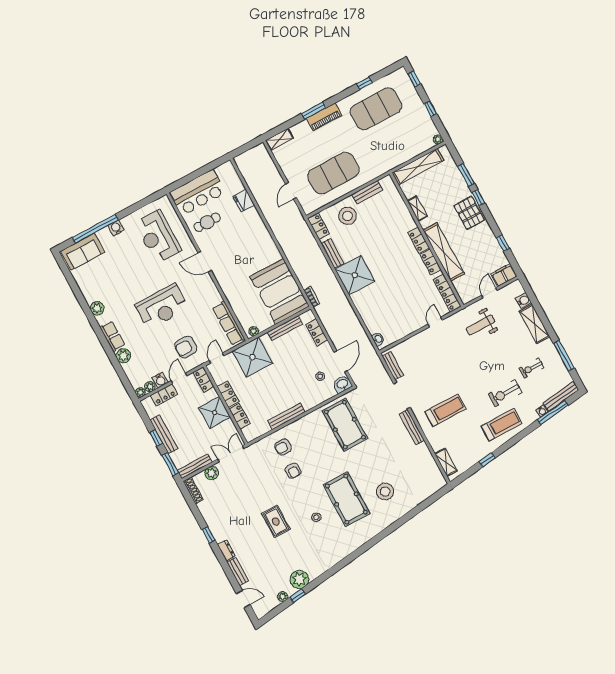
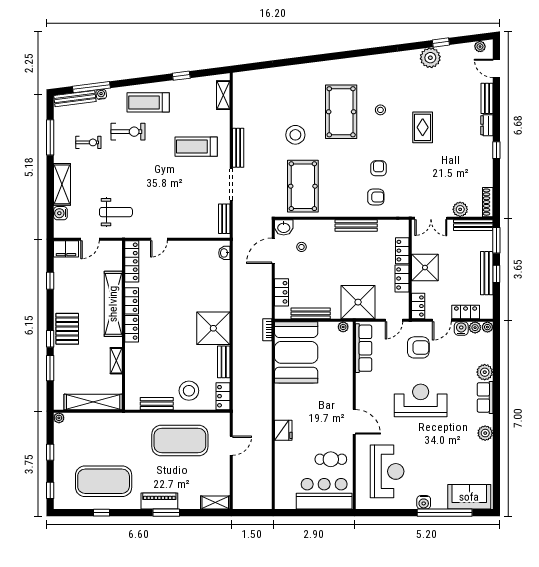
fridge: (244, 201) -> (283, 430), moved
stool: (385, 491) -> (295, 135), moved
plant: (283, 597) -> (480, 47), moved

